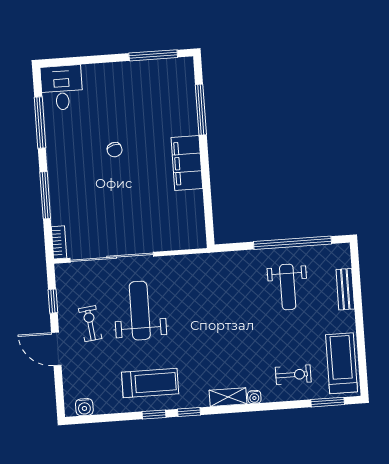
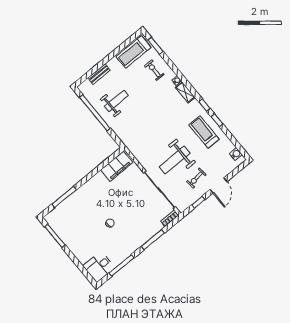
filing cabinet: (187, 163) -> (117, 166), moved

